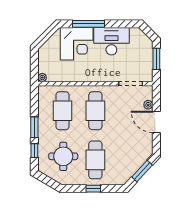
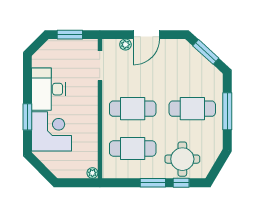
window: (89, 24) -> (27, 117), width x0.69
round table: (63, 156) -> (182, 159), moved
window: (93, 189) -> (227, 111), width x2.17

